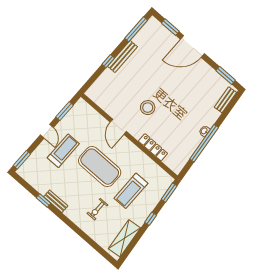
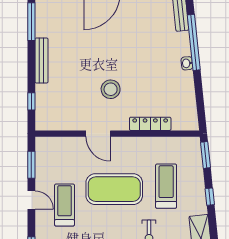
window: (108, 61) -> (31, 101), moved
window: (204, 143) -> (194, 42), moved
treadmill: (131, 191) -> (166, 186), turned 180

